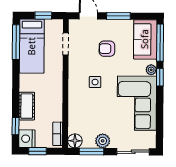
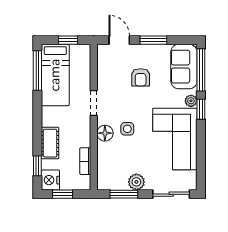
doorway: (66, 44) -> (94, 103), moved
armchair: (107, 49) -> (141, 77), turned -90
side table: (95, 82) -> (127, 129), moved
bookcase: (58, 134) -> (85, 161), moved
floor lamp: (75, 141) -> (105, 133), moved

